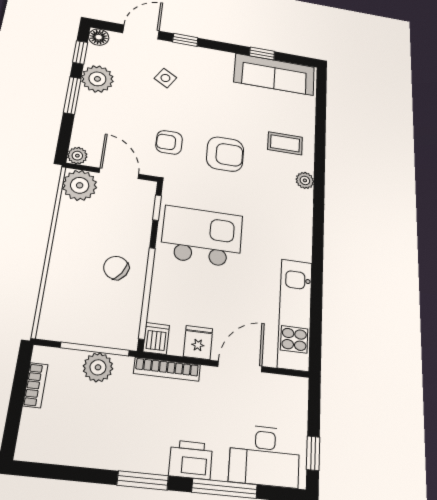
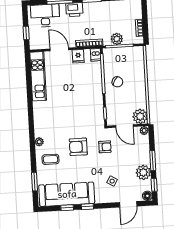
window: (185, 40) -> (87, 207), moved
sofa: (274, 74) -> (67, 194), width x1.36, depth x1.27
window: (321, 111) -> (34, 182), added
kitchen island: (202, 236) -> (83, 104), removed
door: (240, 367) -> (59, 49), swing flipped
window: (313, 453) -> (26, 33), moved

